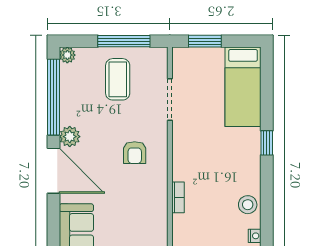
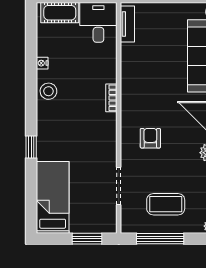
coffee table: (118, 79) -> (166, 204), turned 90

